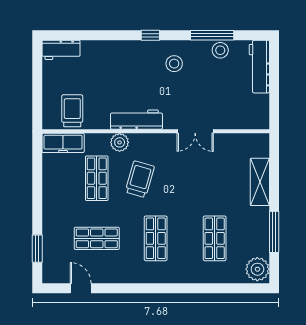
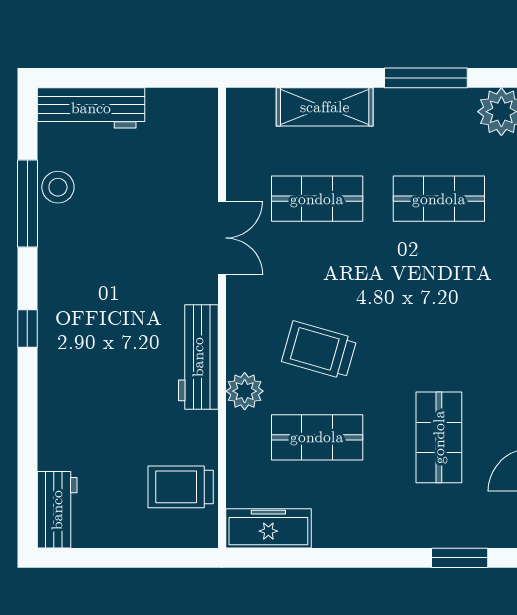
stool: (174, 64) -> (85, 281), removed
freezer: (63, 143) -> (268, 528), moved, turned -90
shop shelf: (156, 238) -> (317, 199), moved

